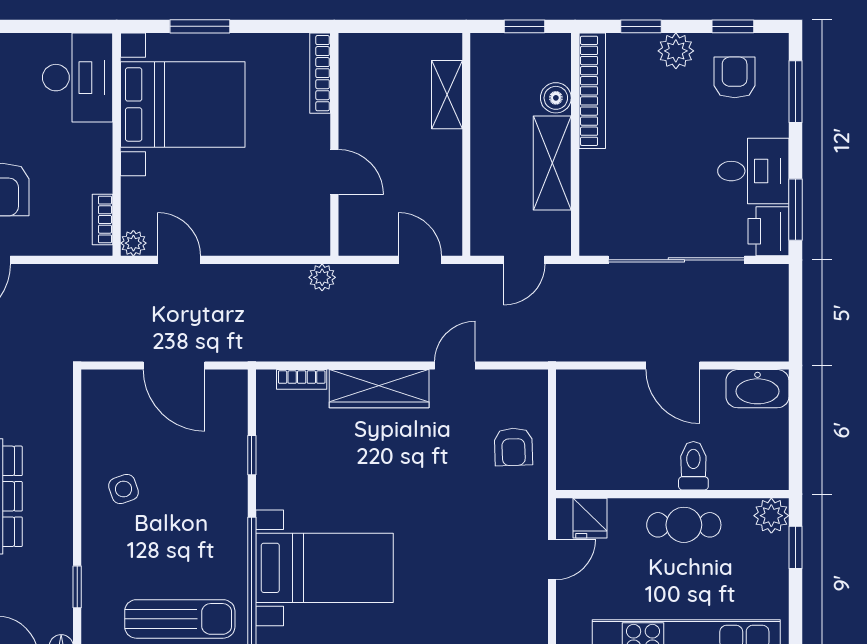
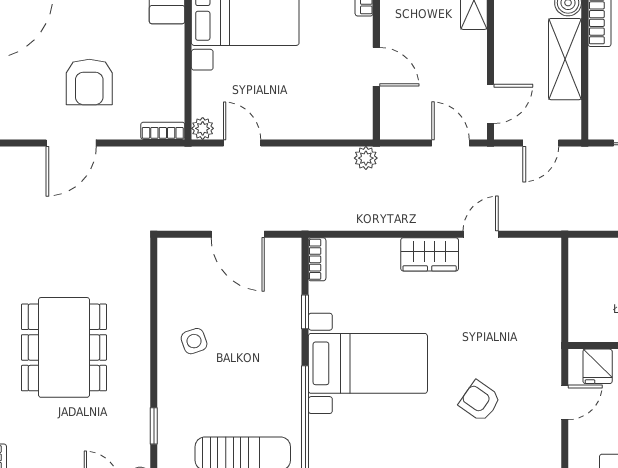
door: (466, 215) -> (491, 104), added
bookcase: (103, 219) -> (163, 131), moved, turned 90
bookcase: (302, 379) -> (317, 259), moved, turned -90
wardrobe: (379, 389) -> (430, 254), width x0.67
armchair: (513, 447) -> (480, 401), moved, turned 127
bed with nightstands: (324, 568) -> (368, 363), moved

